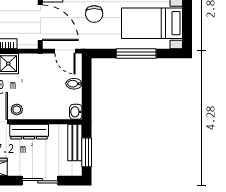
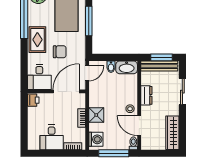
washbasin: (76, 112) -> (127, 67), width x1.91, depth x1.45
dresser: (29, 132) -> (146, 95), width x0.70
bench: (75, 143) -> (159, 66), width x1.36

